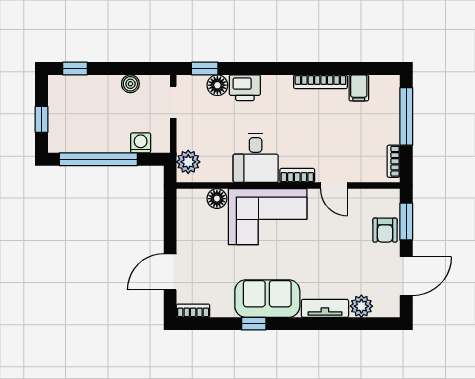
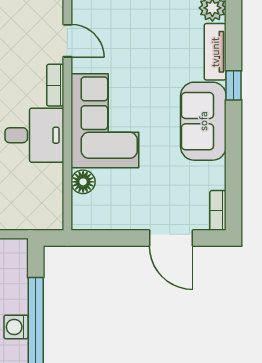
washing machine: (141, 143) -> (16, 327), moved
plant: (188, 162) -> (39, 216), removed
door: (334, 186) -> (67, 41), hinge flipped
window: (254, 324) -> (234, 85), moved

